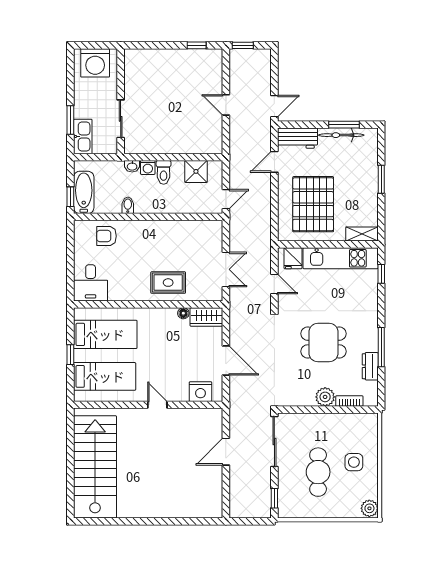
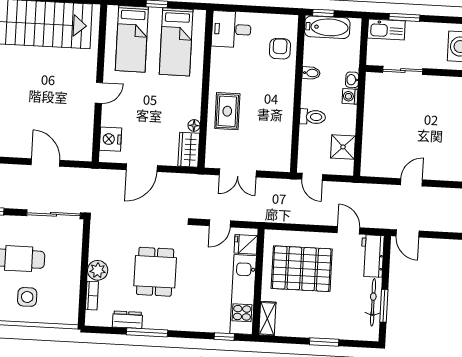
toilet: (164, 172) -> (313, 117), moved, turned 180

